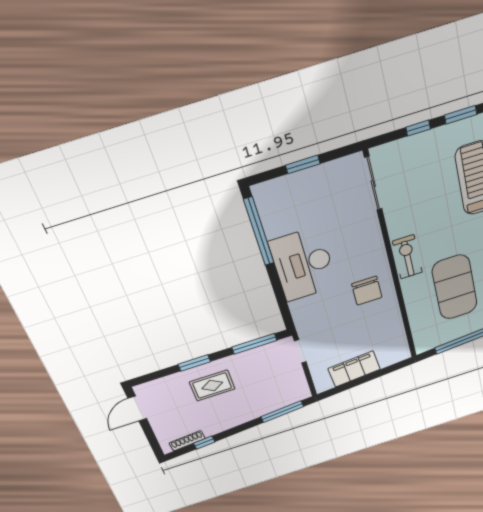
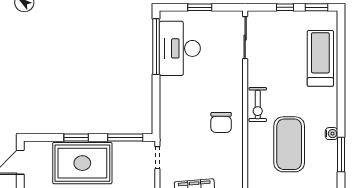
exercise bike: (407, 257) -> (258, 105), turned 180
desk: (303, 264) -> (180, 48), moved
rug: (212, 385) -> (82, 163), width x1.86, depth x2.06

